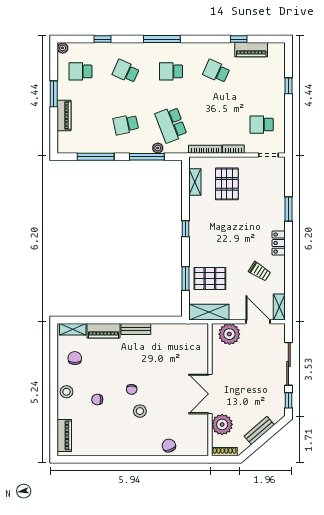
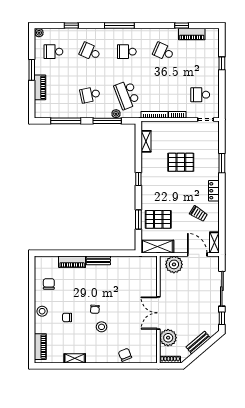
pallet: (227, 184) -> (181, 162), moved, turned 90
shelving: (73, 329) -> (75, 358), moved

